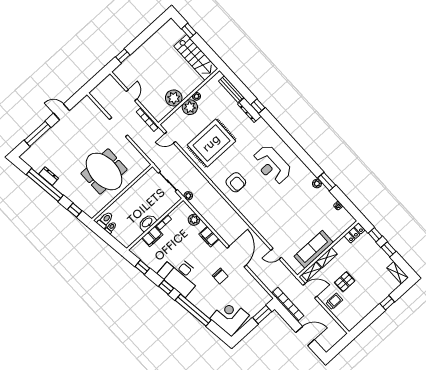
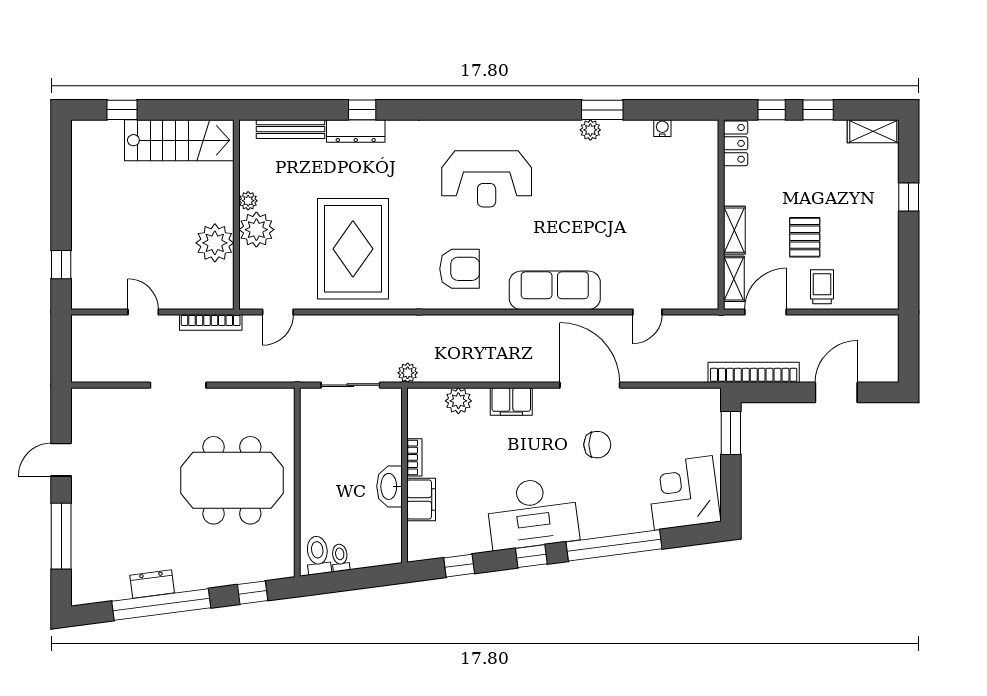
sofa: (314, 249) -> (555, 290), moved, turned 90

